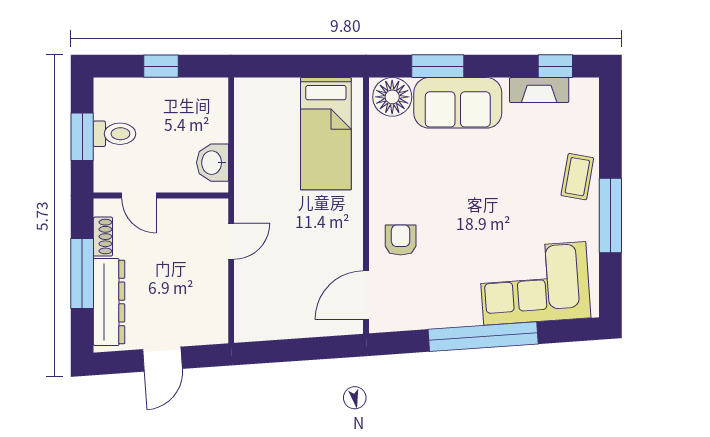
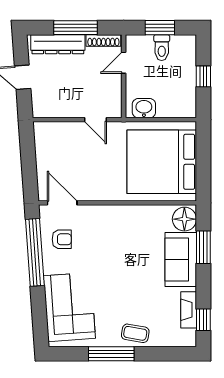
bed: (326, 134) -> (162, 162), width x2.04
shoe rack: (103, 237) -> (103, 40), width x1.43
armchair: (401, 240) -> (62, 239), moved
window: (483, 337) -> (35, 252), moved

